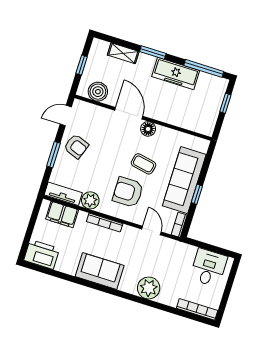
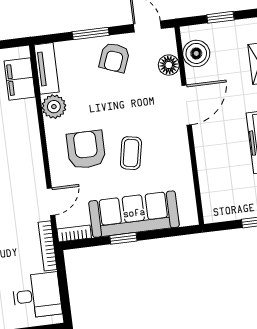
floor lamp: (148, 129) -> (169, 65), moved
bookcase: (105, 223) -> (48, 246), moved

